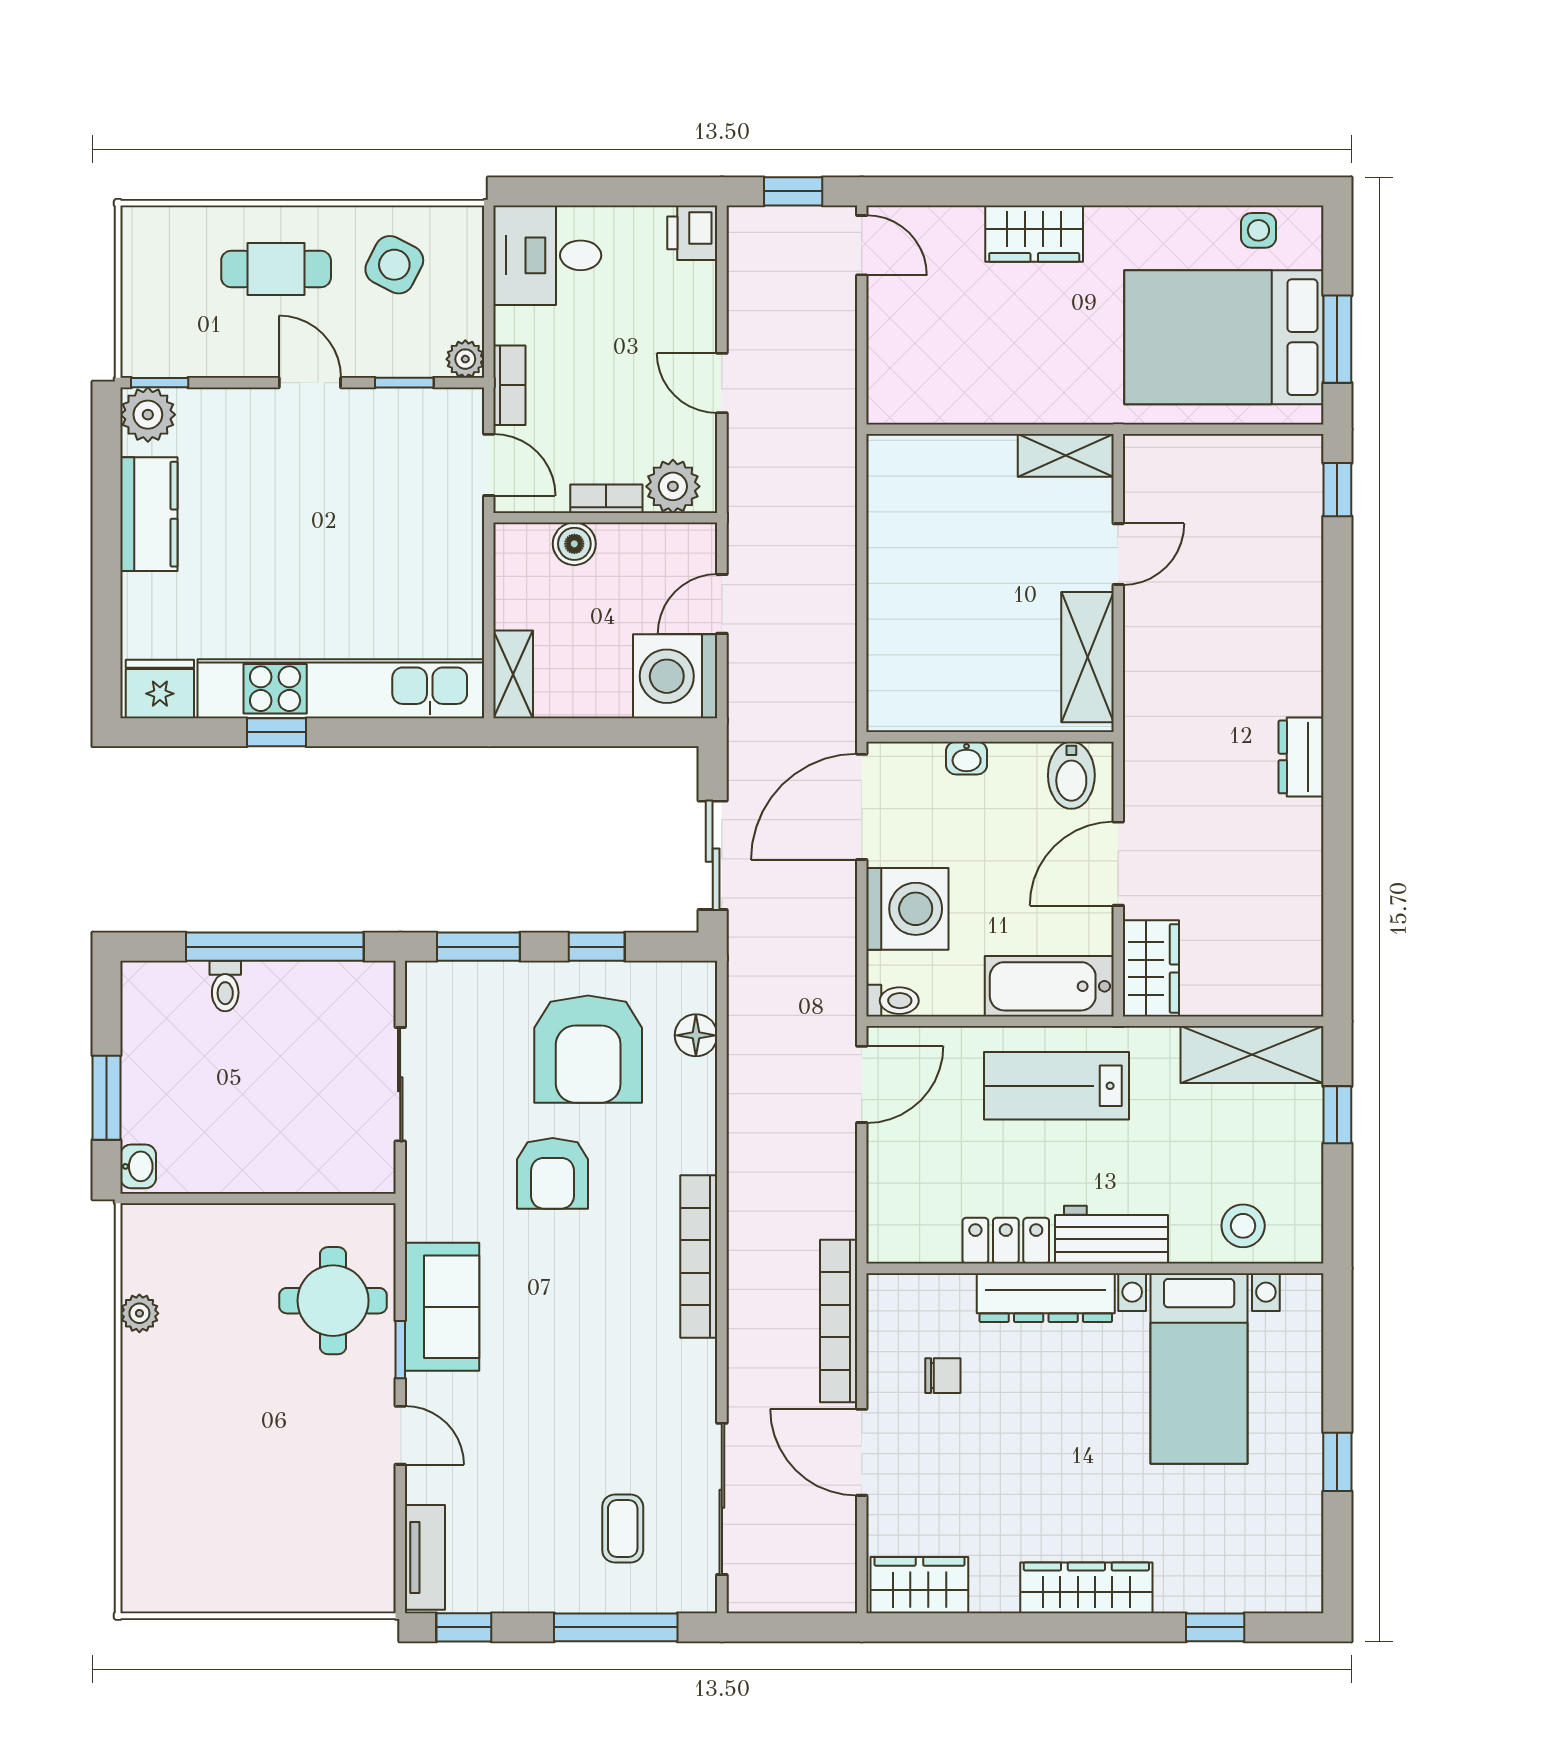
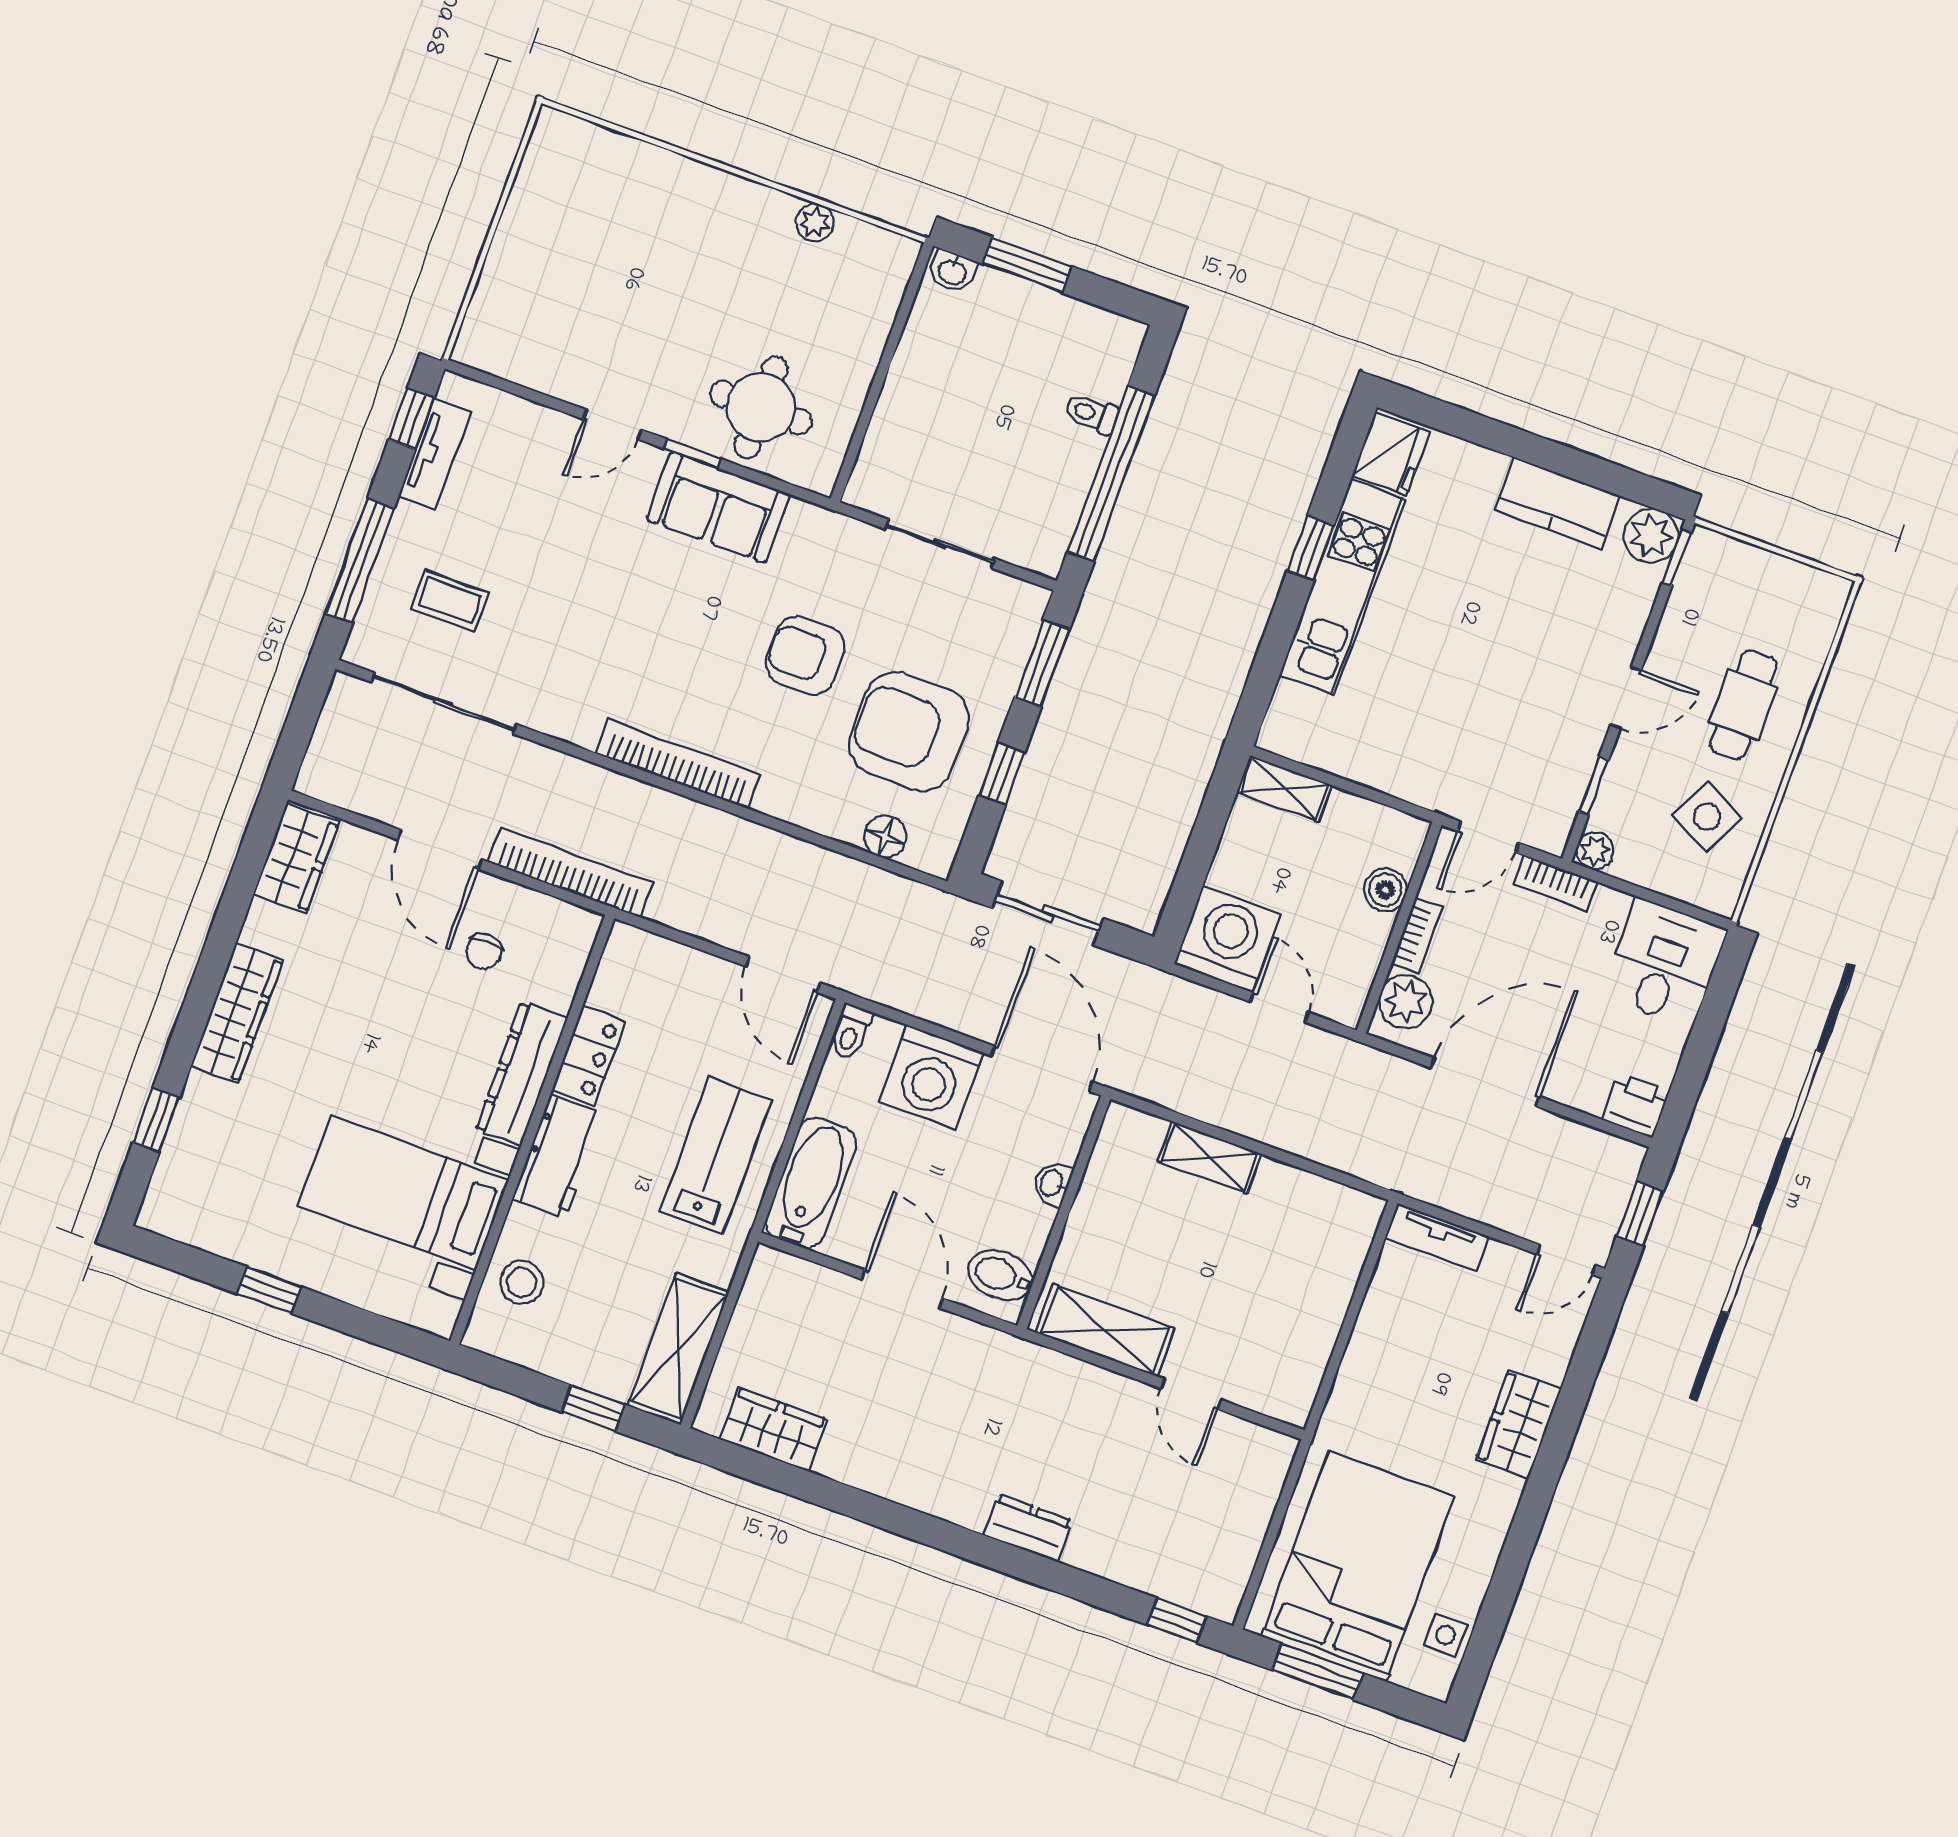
tv unit: (885, 376) -> (1437, 1237), added
door: (722, 383) -> (1485, 1082), width x1.87
shelving: (1066, 455) -> (1210, 1157), moved, turned 90
kitchen unit: (341, 689) -> (1342, 587), width x0.73
dresser: (1301, 757) -> (1028, 1528), moved
wardrobe: (1151, 968) -> (773, 1429), moved, turned 180
door: (862, 1452) -> (440, 850), swing flipped
tv unit: (425, 1557) -> (435, 454), moved, turned -90

